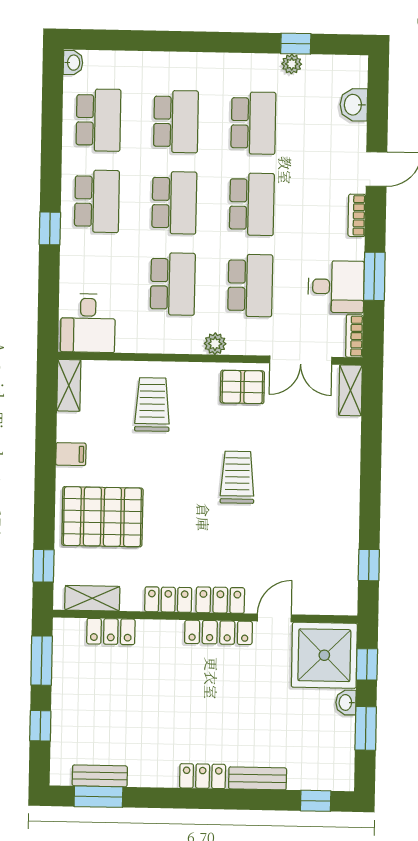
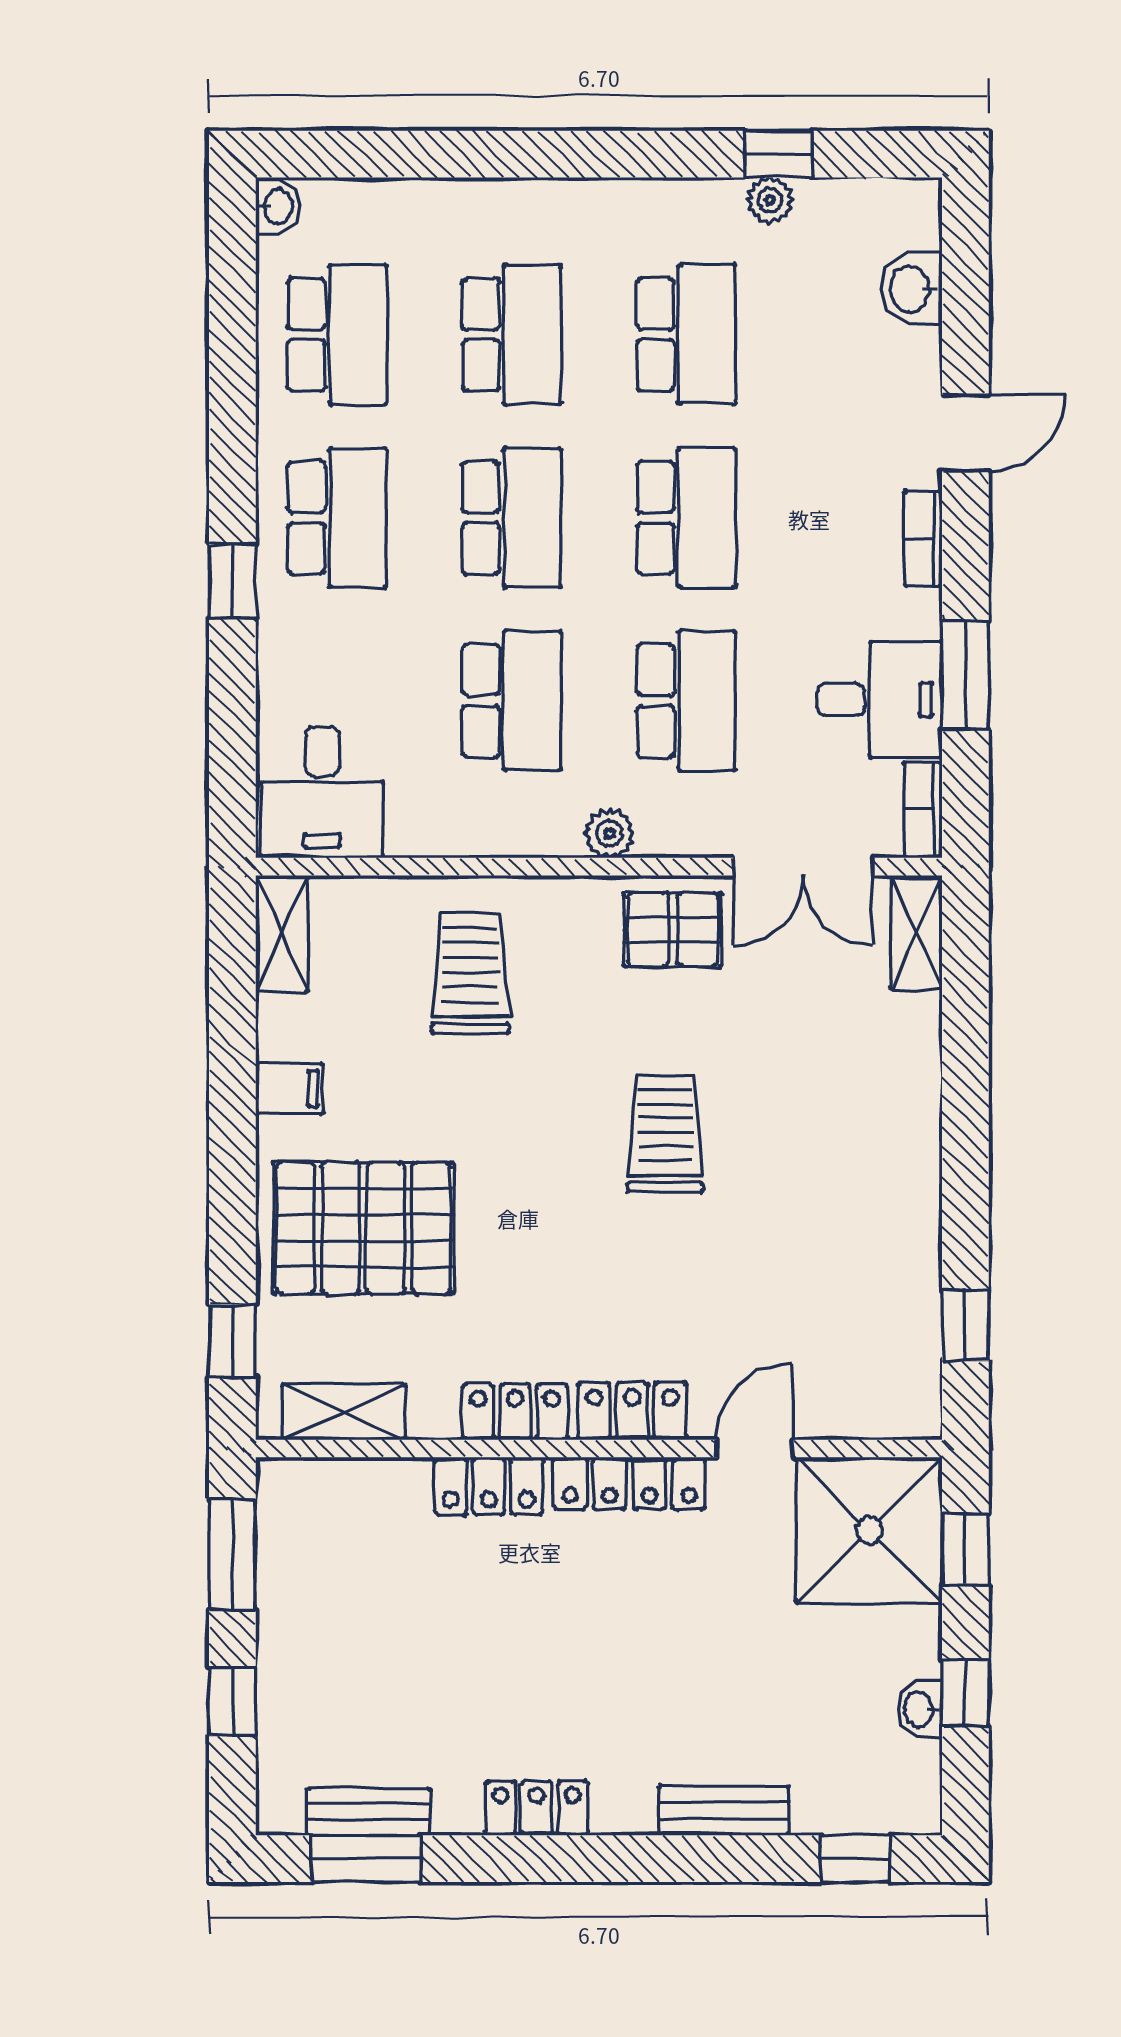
locker: (111, 631) -> (489, 1486), moved
washbasin: (346, 702) -> (920, 1709), moved
window: (366, 728) -> (965, 1693), width x0.67
locker: (203, 776) -> (537, 1808), moved

